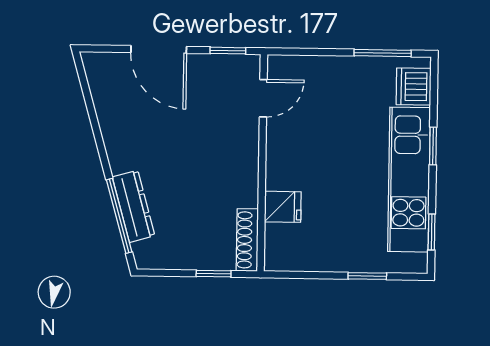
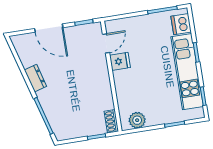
dresser: (134, 206) -> (35, 78), moved, width x0.70
fridge: (283, 207) -> (120, 61), moved
shoe rack: (247, 240) -> (111, 121), width x0.70
plant: (297, 256) -> (137, 120), added

